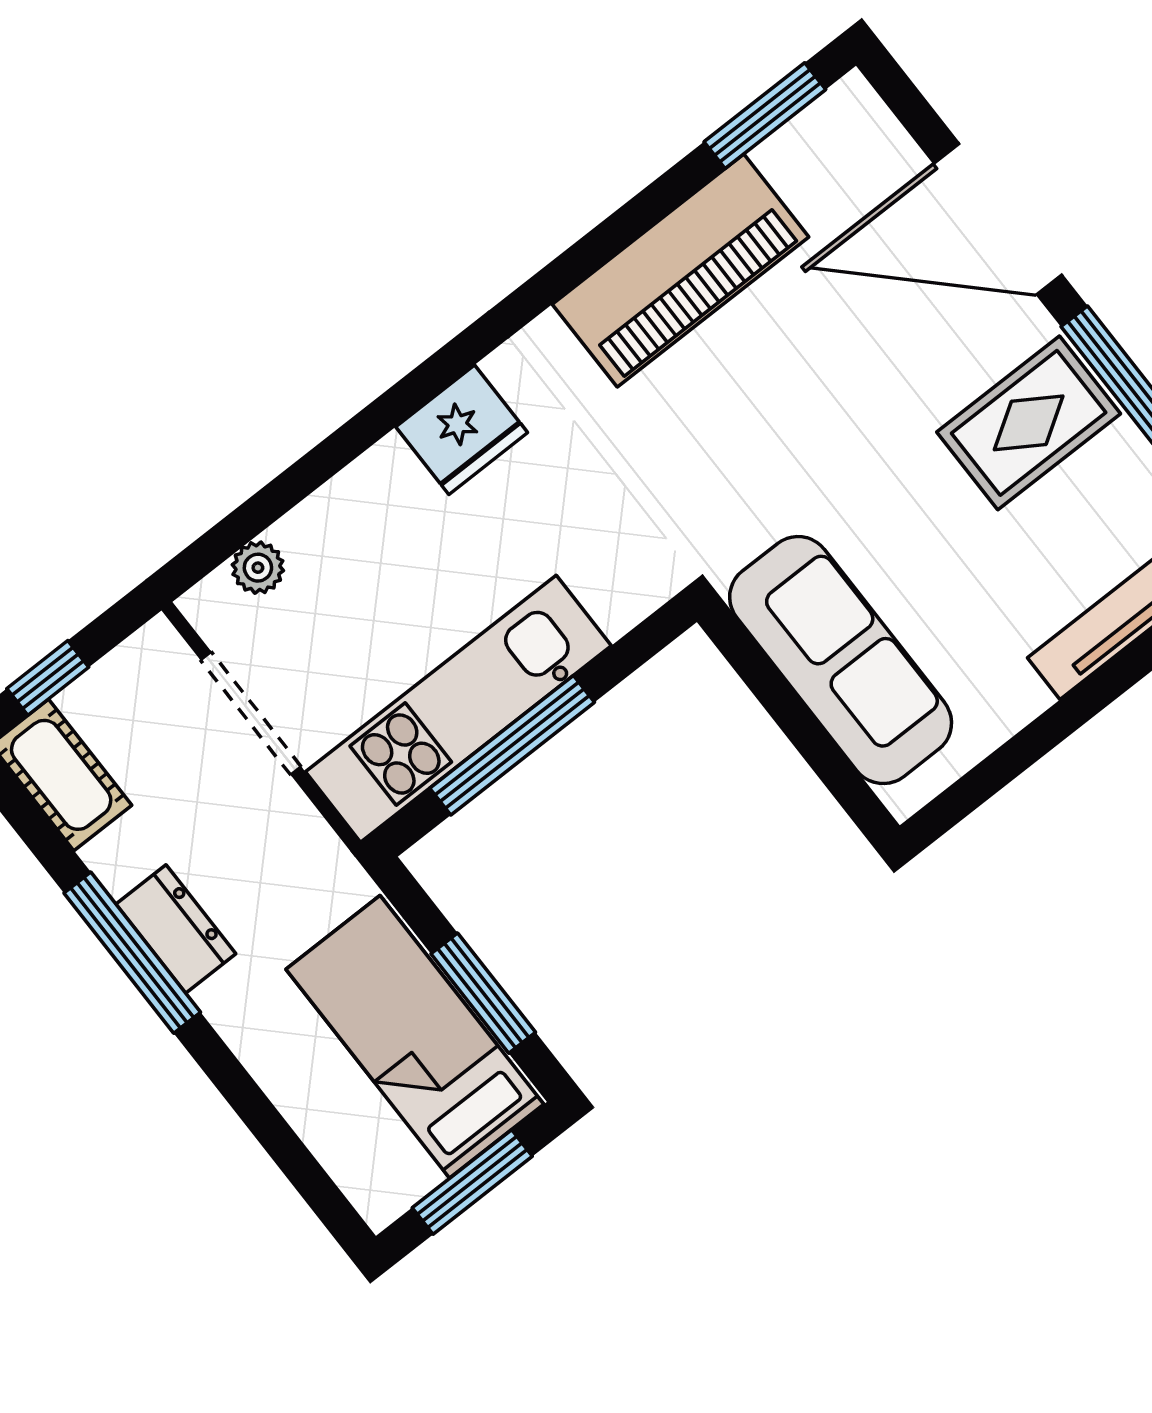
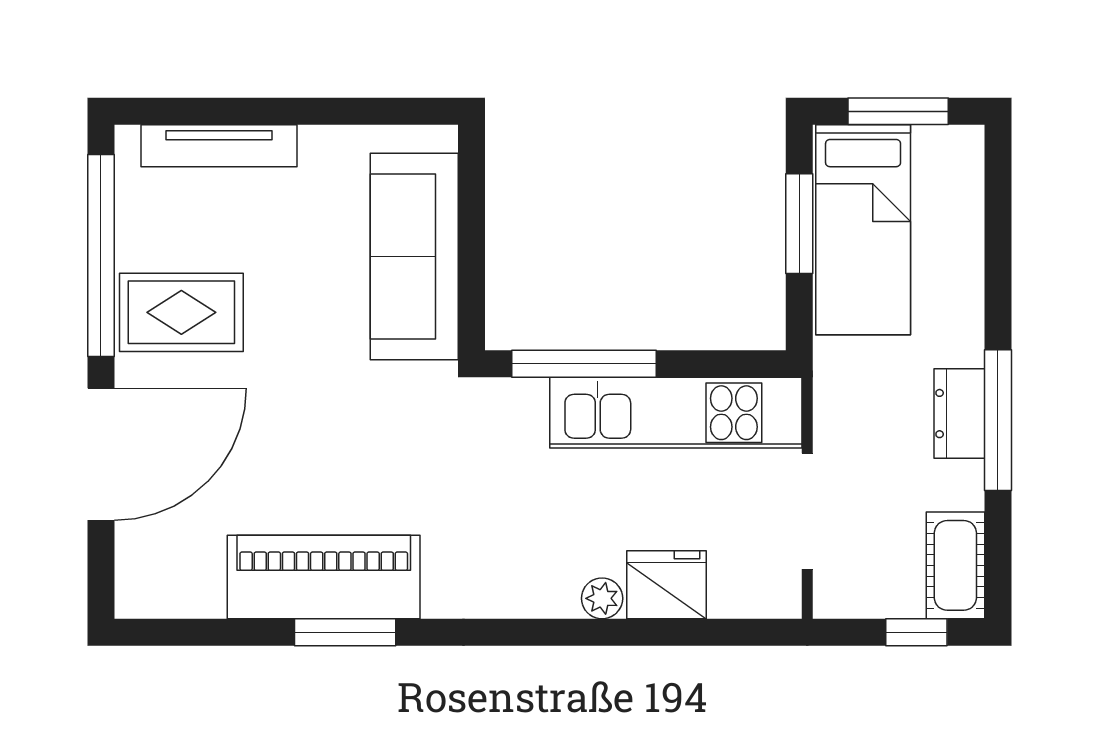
window: (765, 116) -> (345, 632), moved
door: (998, 219) -> (101, 454), hinge flipped
fridge: (462, 430) -> (666, 585), moved
plant: (258, 568) -> (602, 598), moved
window: (512, 745) -> (584, 364), moved

